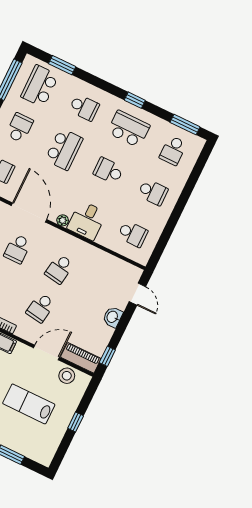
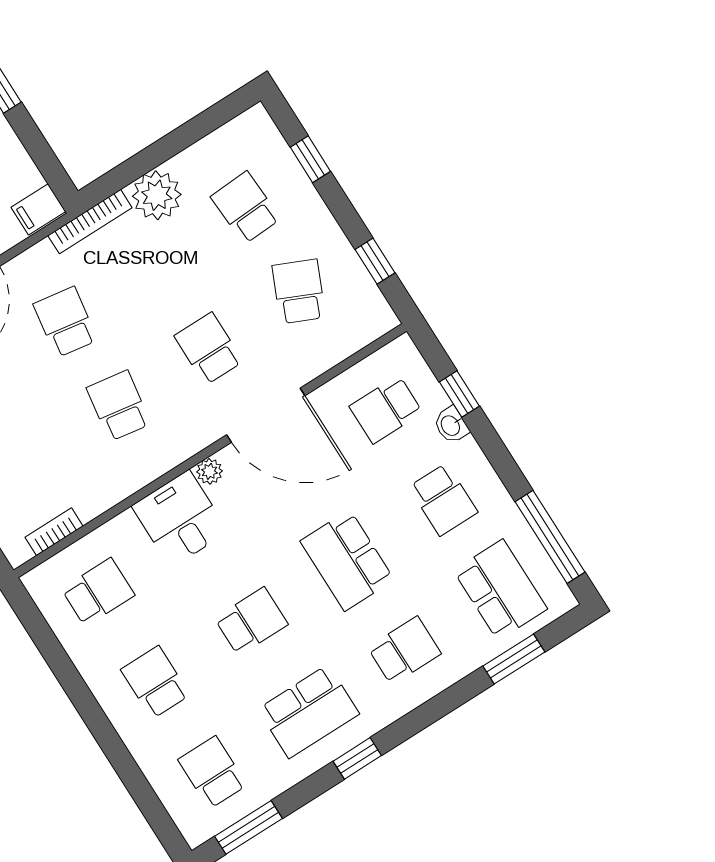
school desk: (84, 107) -> (404, 651), turned 180
school desk: (153, 192) -> (155, 682), turned 90
school desk: (133, 234) -> (98, 592), turned 180
bookcase: (120, 264) -> (54, 532), added

